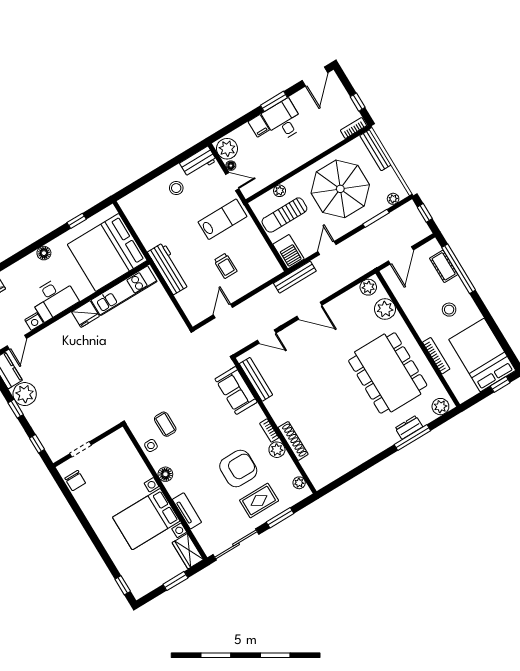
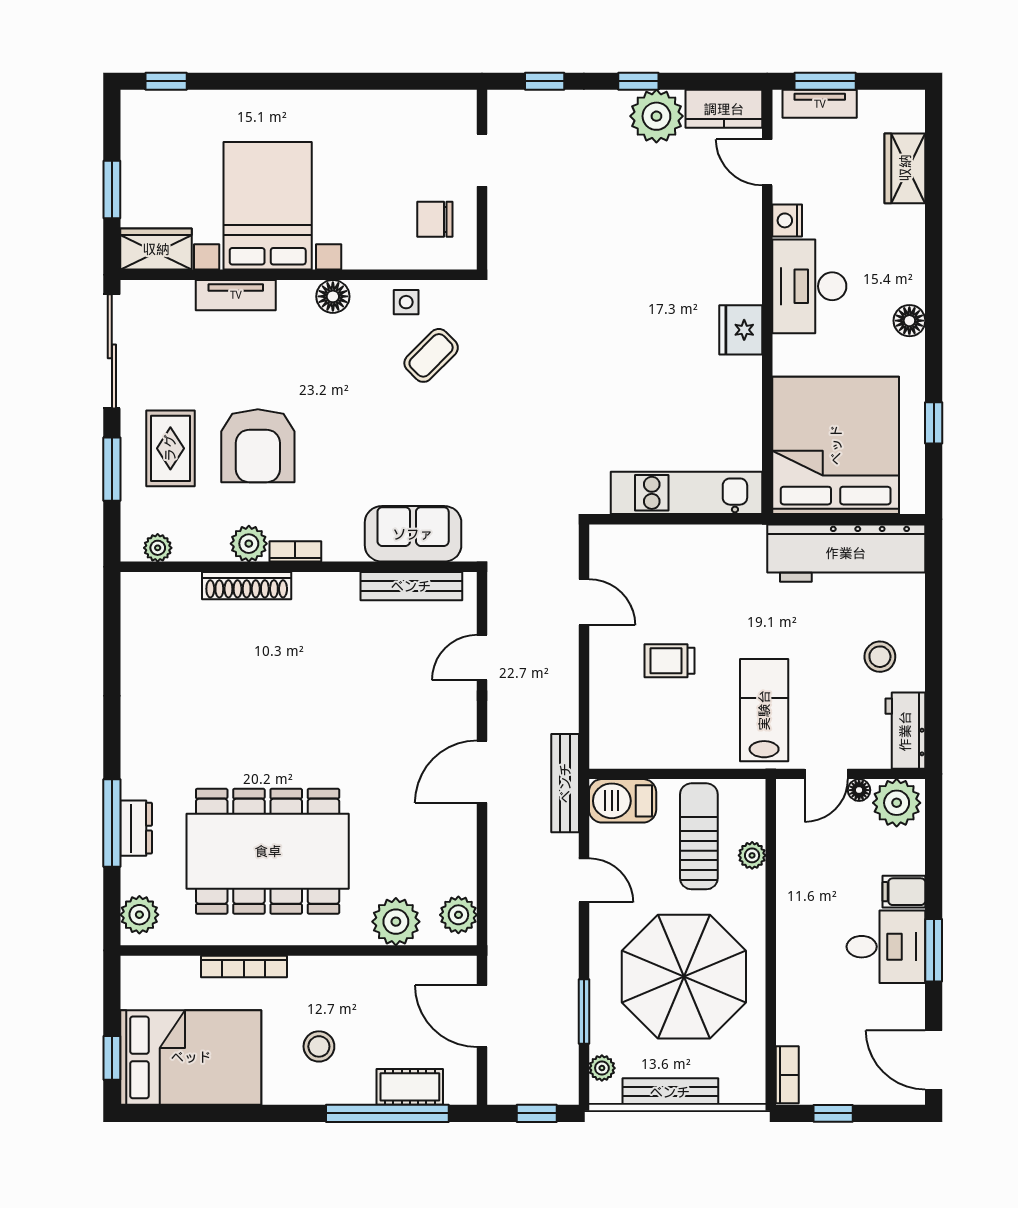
bench: (376, 150) -> (670, 1092), moved
lab bench: (222, 219) -> (764, 710), turned 180
workbench: (168, 269) -> (846, 553), moved, width x1.36, depth x1.32
kitchen unit: (124, 291) -> (687, 493), moved, turned 90
coffee table: (165, 424) -> (431, 355), turned -45
chair: (75, 481) -> (435, 219), moved

